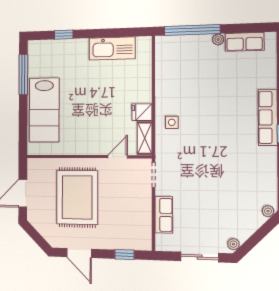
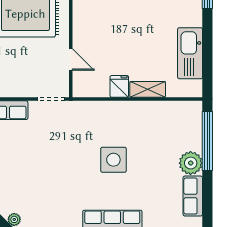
plant: (218, 39) -> (191, 163), width x1.88, depth x1.88
side table: (172, 122) -> (113, 160), moved, width x1.87, depth x1.87
shelving: (145, 138) -> (148, 89), moved

